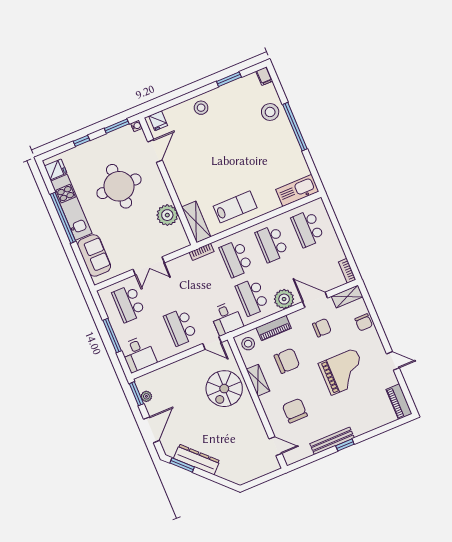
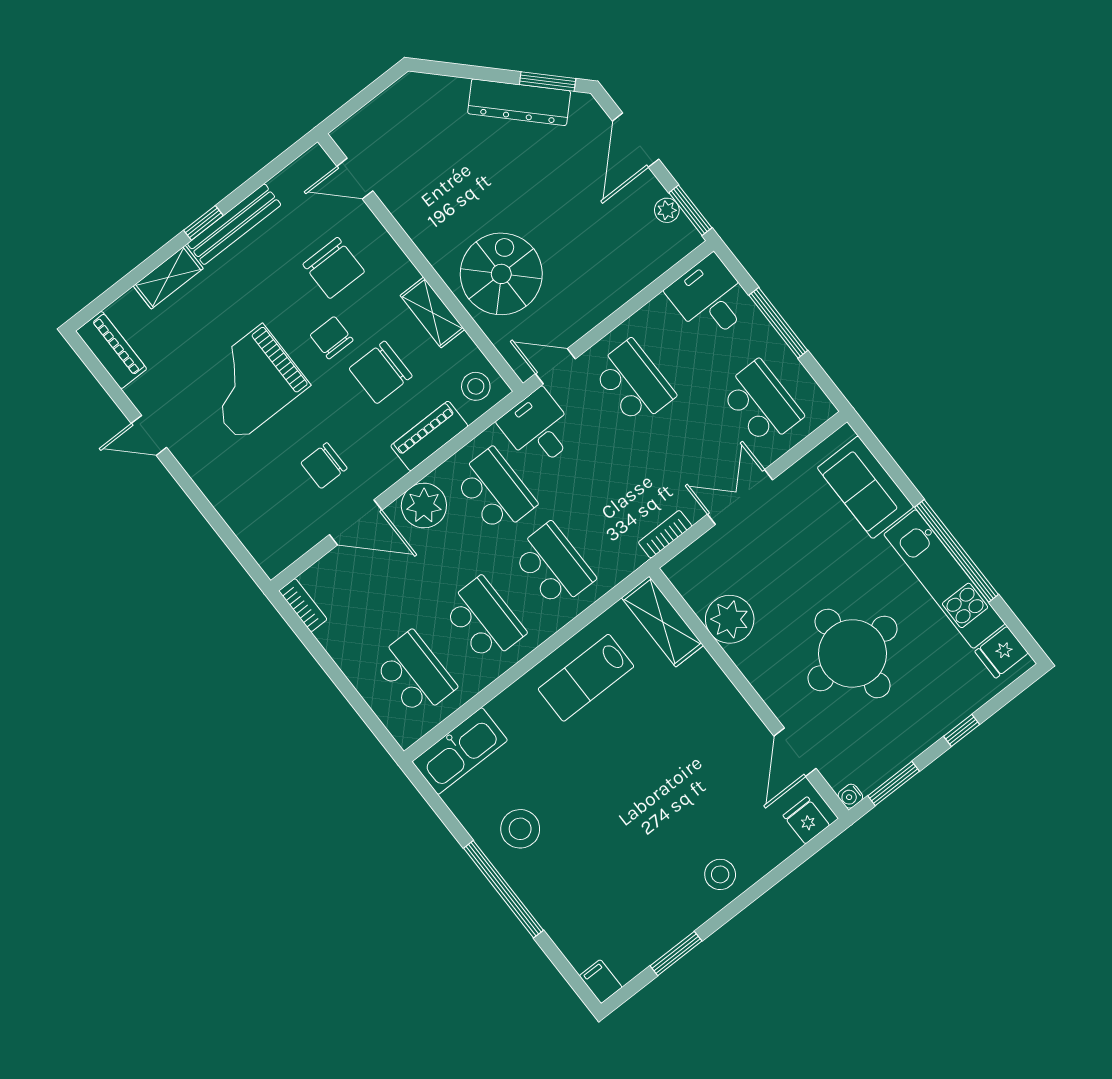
stool: (270, 112) -> (520, 829), moved
bookcase: (202, 252) -> (665, 534), moved
shelving: (347, 297) -> (168, 277), moved
chair: (364, 322) -> (332, 338), moved

